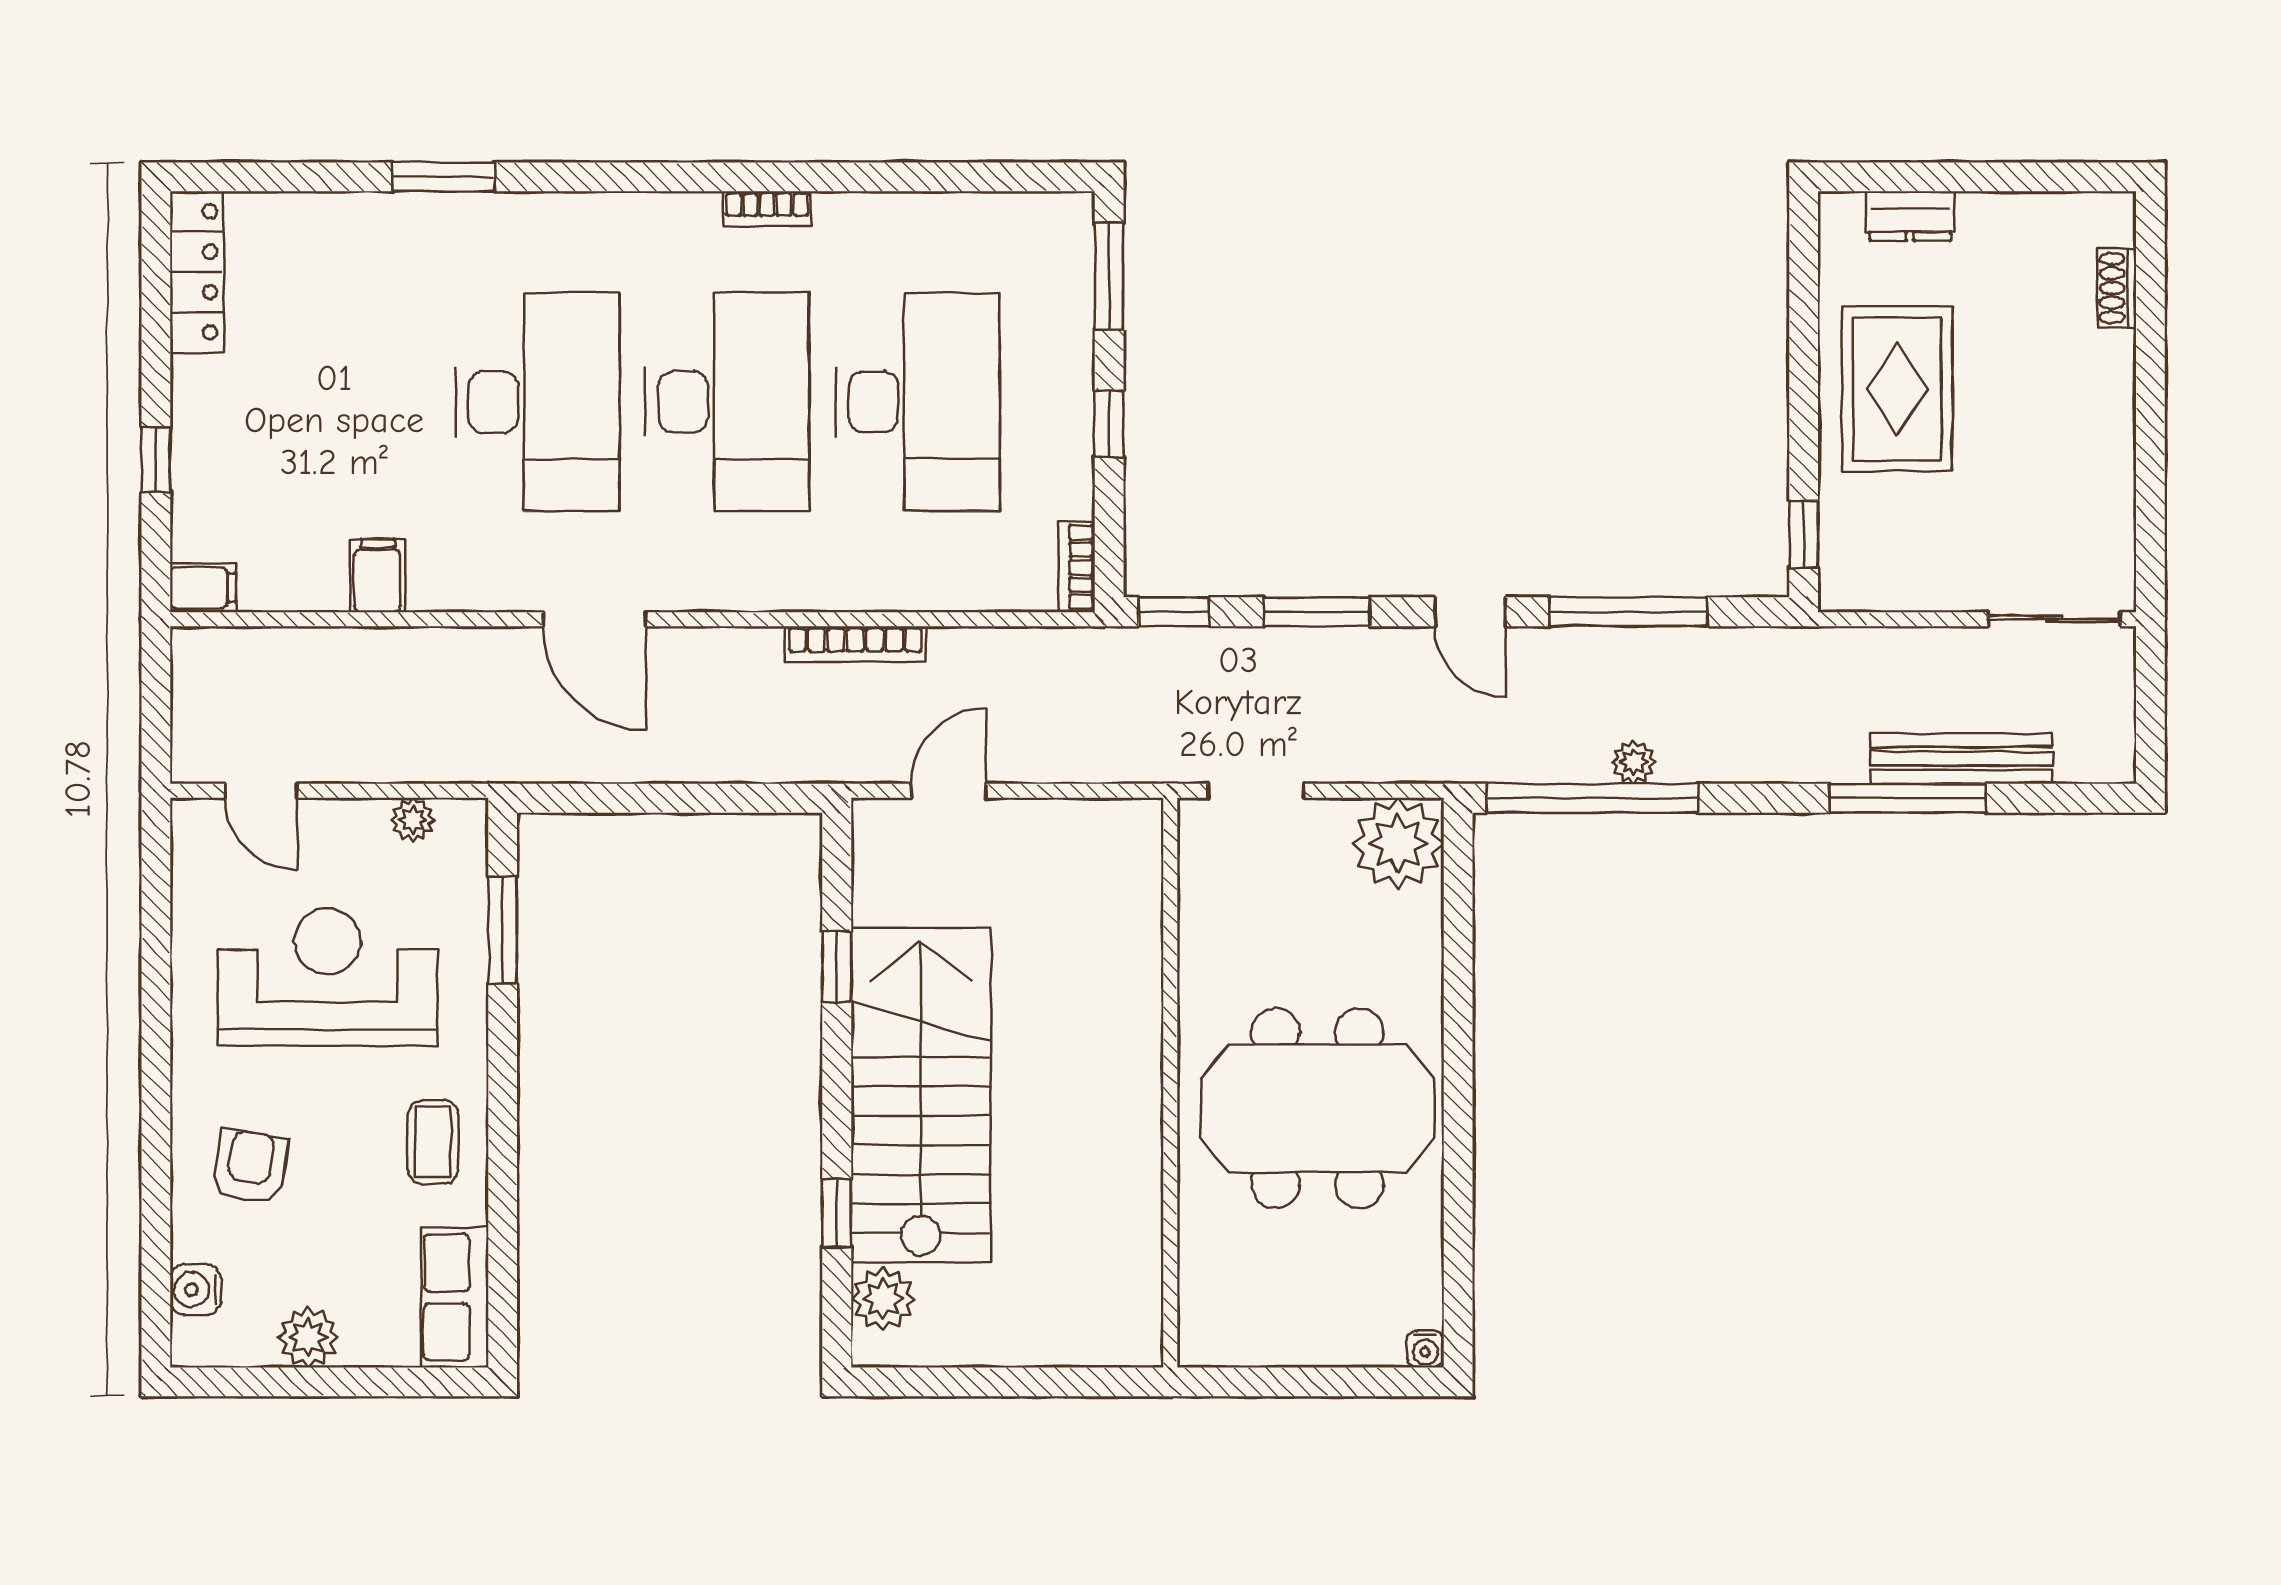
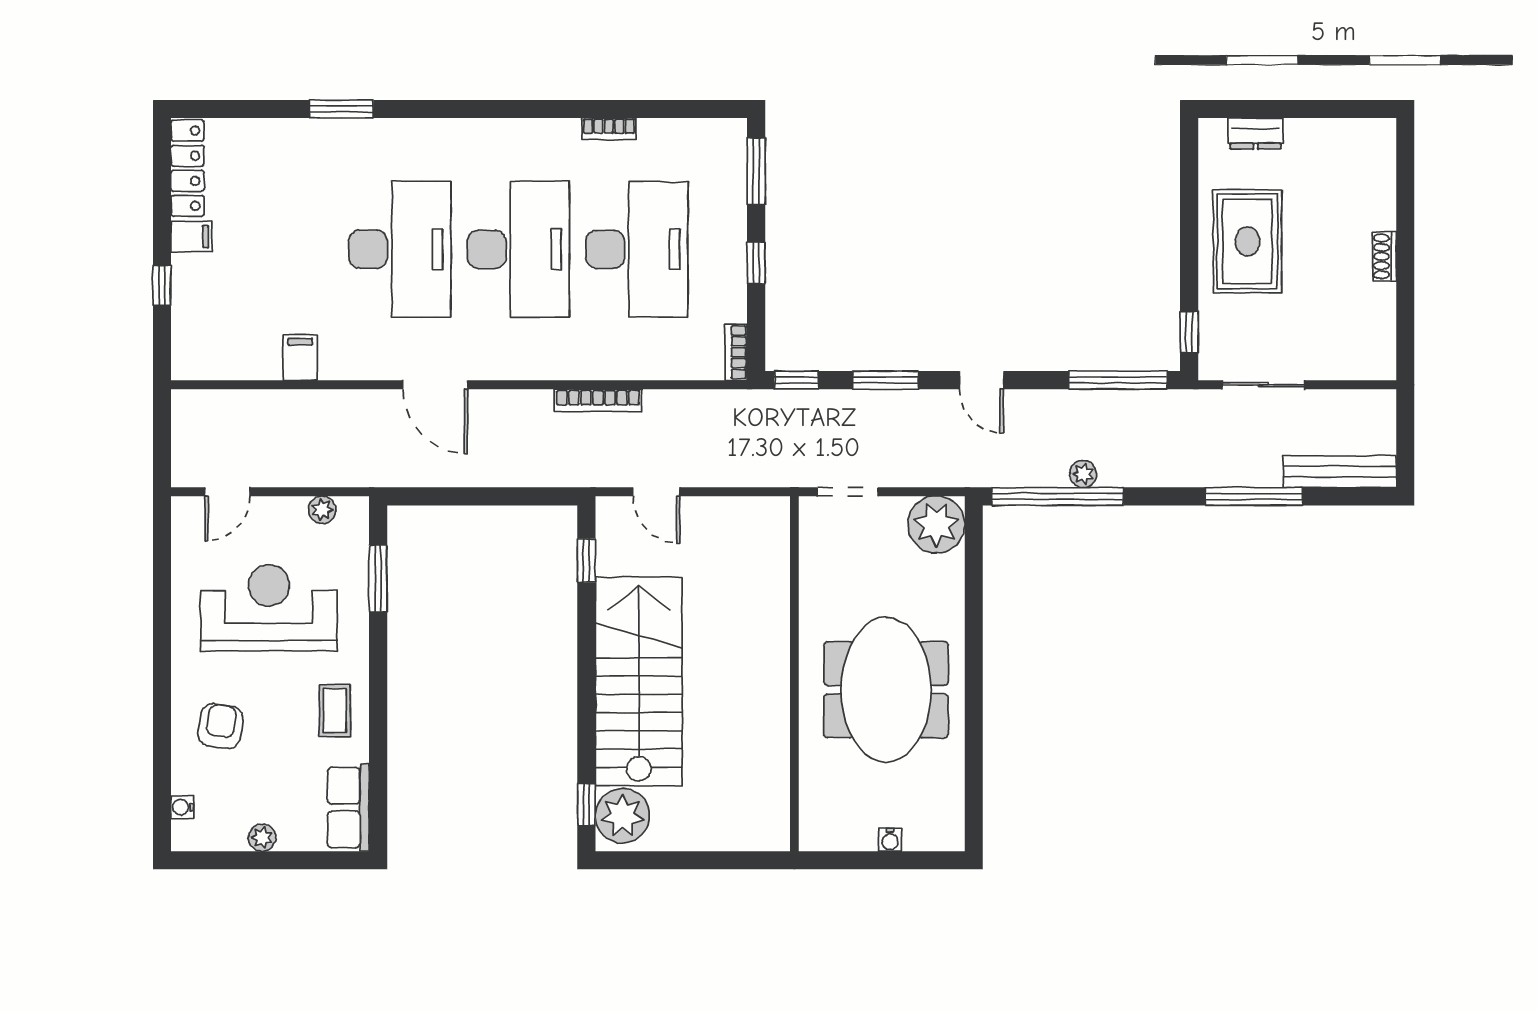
bookcase: (767, 209) -> (609, 129), moved
shoe rack: (2117, 288) -> (1384, 256), moved
filing cabinet: (203, 588) -> (191, 237), moved
window: (1629, 612) -> (1118, 380), moved
sliding door: (2054, 619) -> (1263, 385), moved
bench: (1961, 758) -> (1340, 472), moved
door: (261, 791) -> (227, 492), hinge flipped
door: (949, 791) -> (656, 492), swing flipped
window: (837, 967) -> (586, 561), moved
meeting table: (1317, 1108) -> (886, 690), turned 90
window: (837, 1213) -> (586, 805), moved
water cooler: (196, 1290) -> (182, 807), width x0.72, depth x0.72
plant: (883, 1299) -> (622, 816), width x1.36, depth x1.36
plant: (308, 1337) -> (262, 838), width x0.73, depth x0.73
water cooler: (1425, 1349) -> (890, 840), moved

